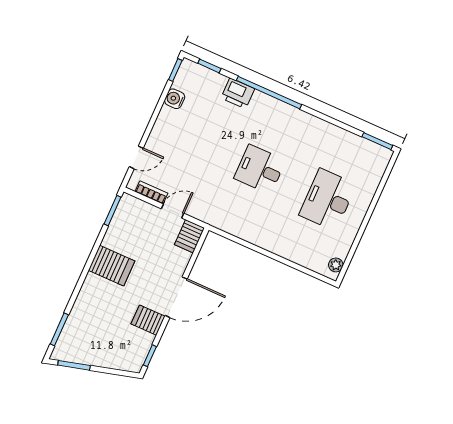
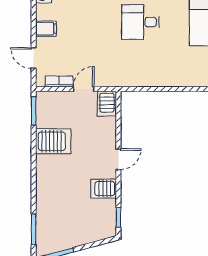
filing cabinet: (162, 133) -> (46, 29), added
door: (136, 157) -> (34, 58), swing flipped
server rack: (112, 266) -> (53, 141), moved
door: (176, 297) -> (118, 159), width x0.53

